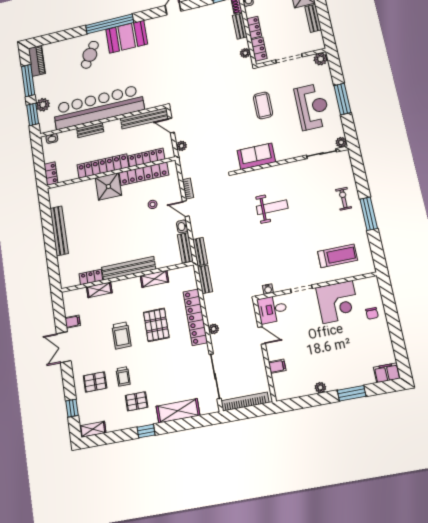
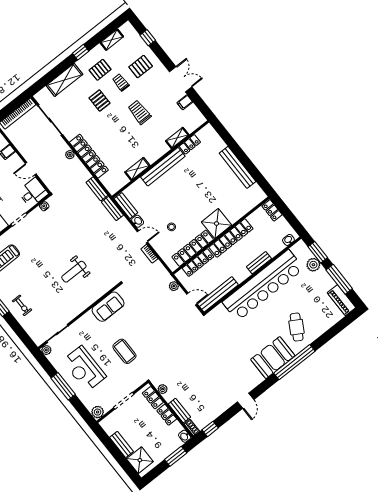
pallet: (156, 325) -> (100, 101), moved, width x0.67, depth x0.71
shelving: (93, 429) -> (112, 40), moved

